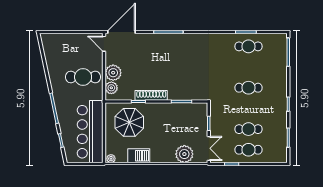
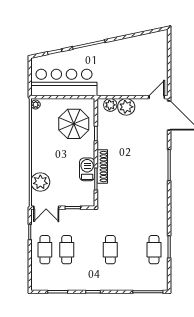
cafe table: (83, 77) -> (122, 75), removed
shoe rack: (151, 95) -> (102, 167), moved
barbecue: (139, 156) -> (87, 169), moved, turned 180

